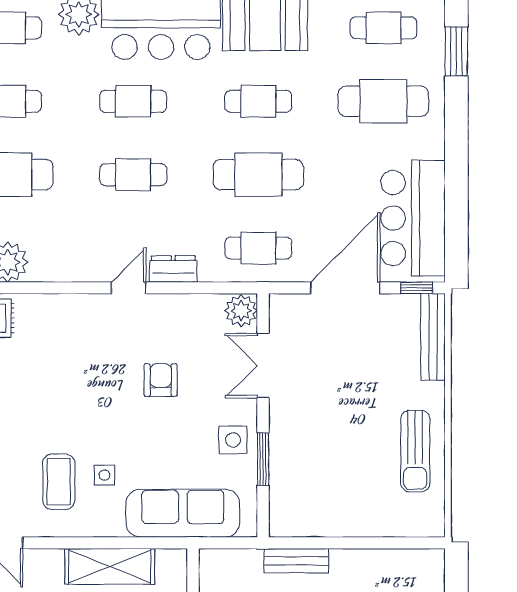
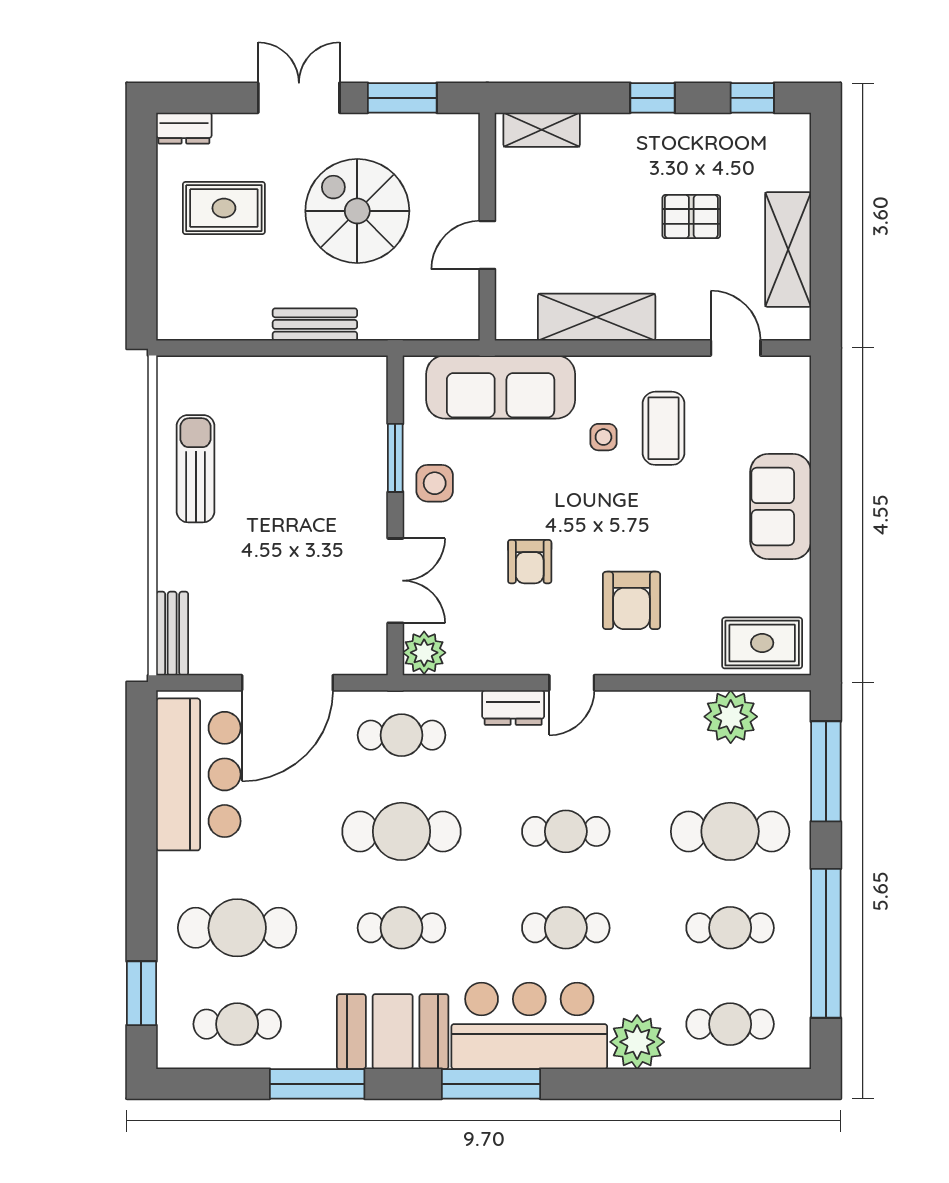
window: (417, 288) -> (194, 683), removed
bench: (433, 337) -> (172, 634), width x0.73
armchair: (83, 351) -> (631, 600), added
bench: (296, 561) -> (315, 324), moved

